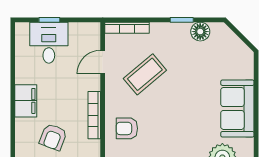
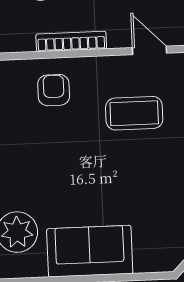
coffee table: (145, 74) -> (134, 113), turned -50

